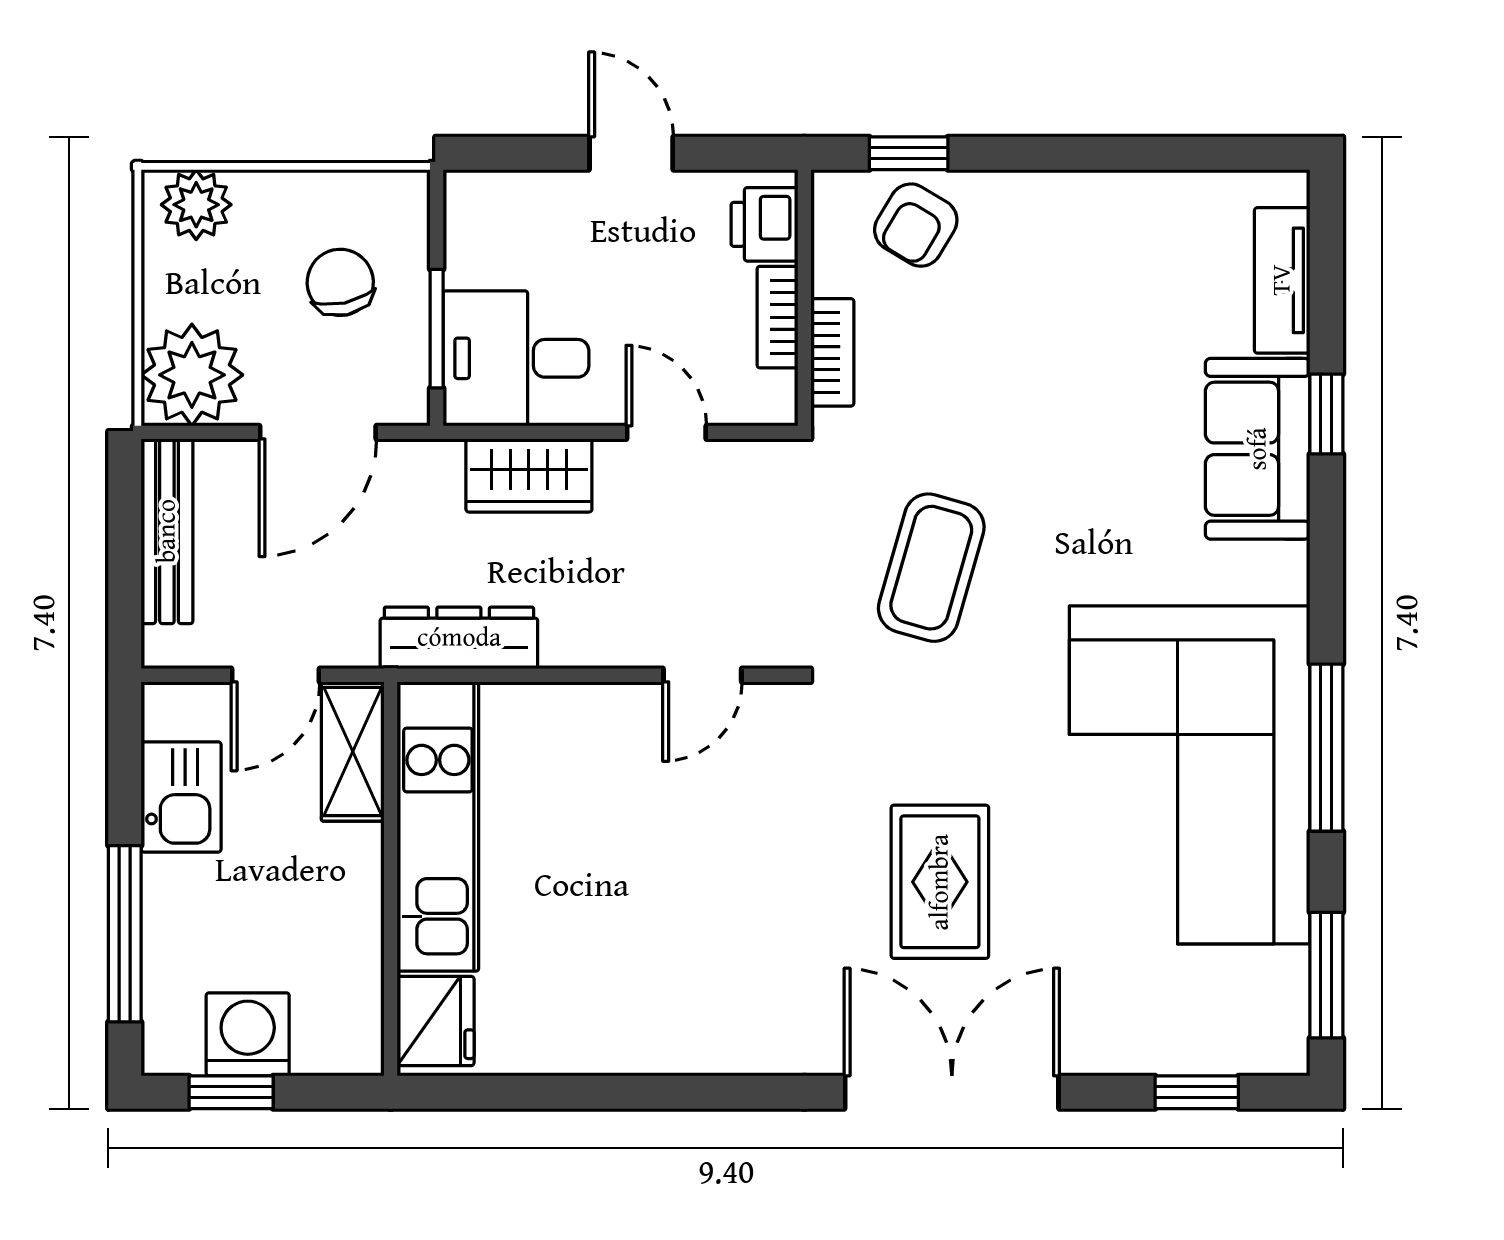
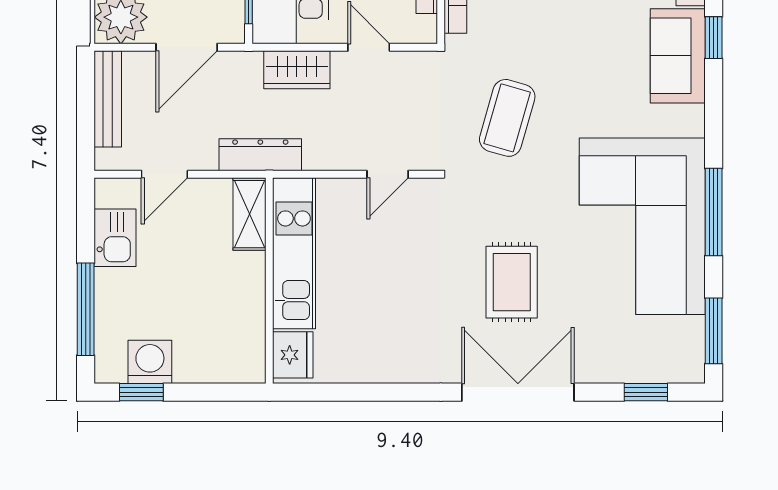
shelving: (353, 752) -> (249, 214), moved
kitchen unit: (438, 827) -> (294, 253), moved
wall: (391, 879) -> (269, 281), moved
fridge: (436, 1021) -> (293, 355), moved

